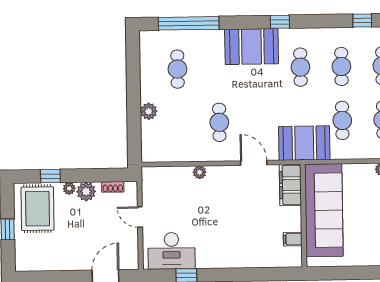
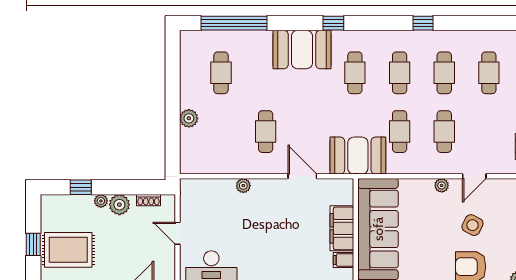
filing cabinet: (290, 185) -> (342, 228), moved
rug: (37, 209) -> (68, 250), moved, turned 90

